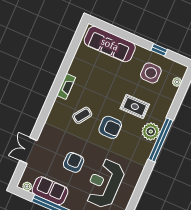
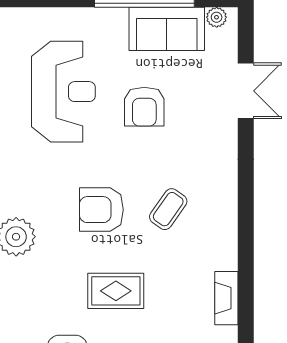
fireplace: (66, 86) -> (226, 298), moved
rug: (135, 107) -> (116, 291), moved

